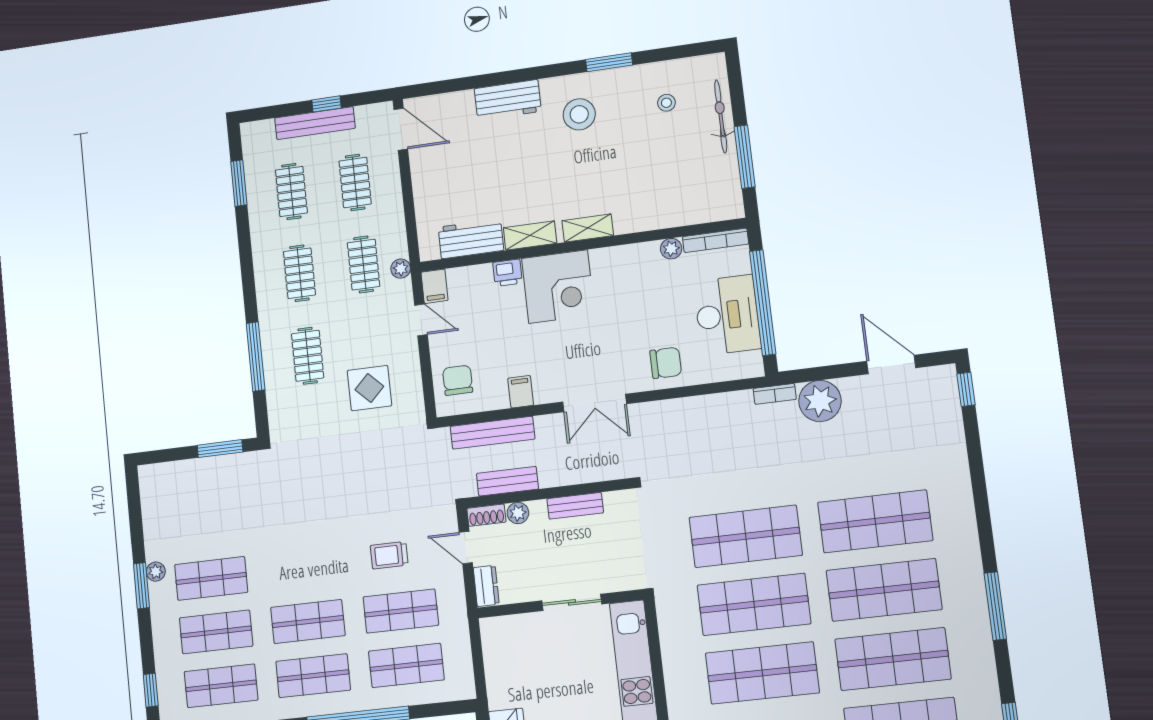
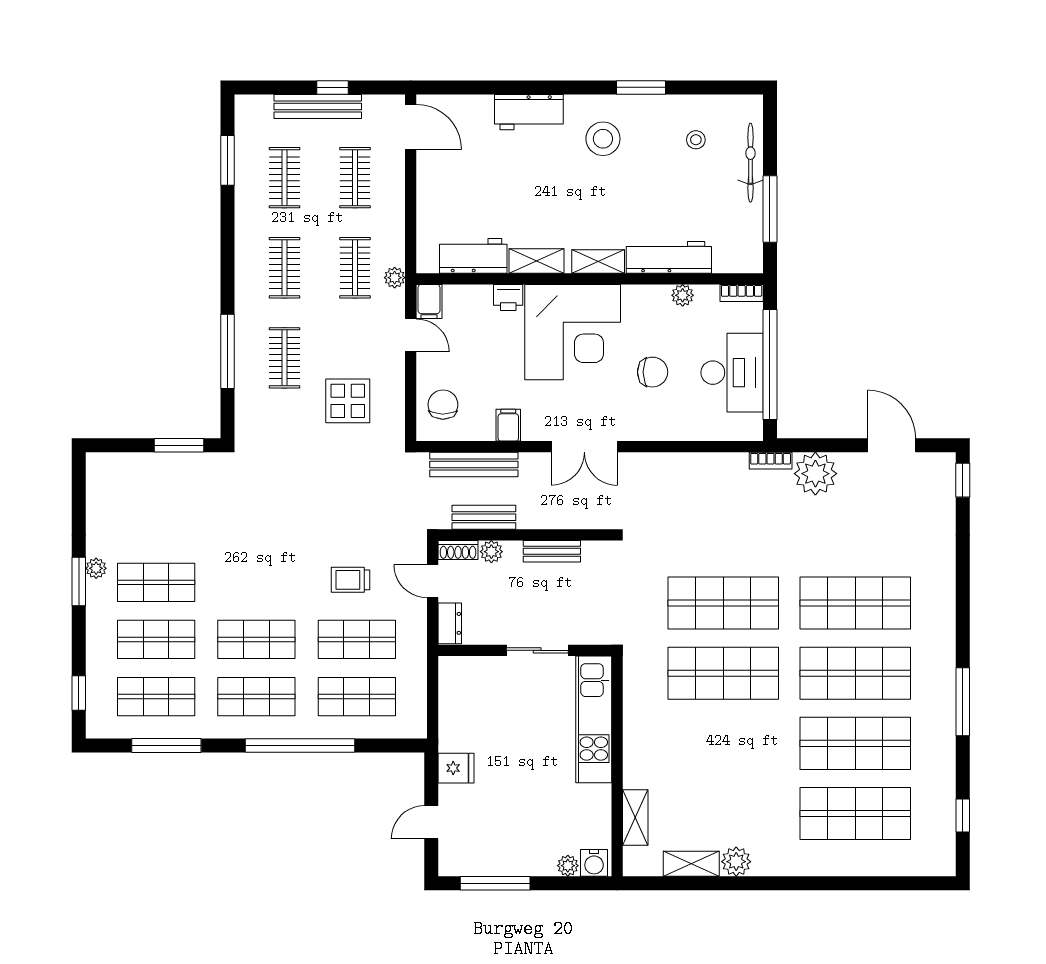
workbench: (654, 215) -> (669, 257), added
bookcase: (716, 240) -> (742, 293), width x0.64
corner desk: (558, 287) -> (573, 332), width x1.36, depth x1.36
chair: (666, 363) -> (653, 372), moved
shop shelf: (762, 673) -> (723, 743), removed

